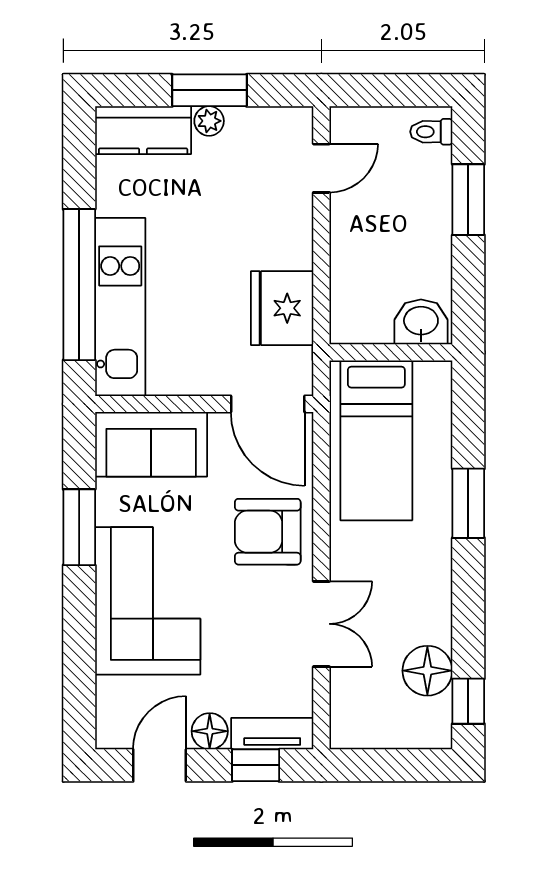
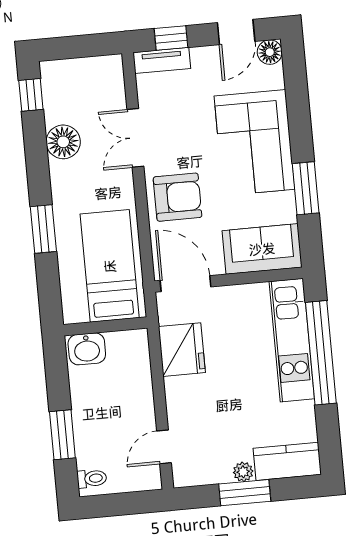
floor lamp: (427, 671) -> (63, 142), moved
floor lamp: (210, 731) -> (270, 52), moved

